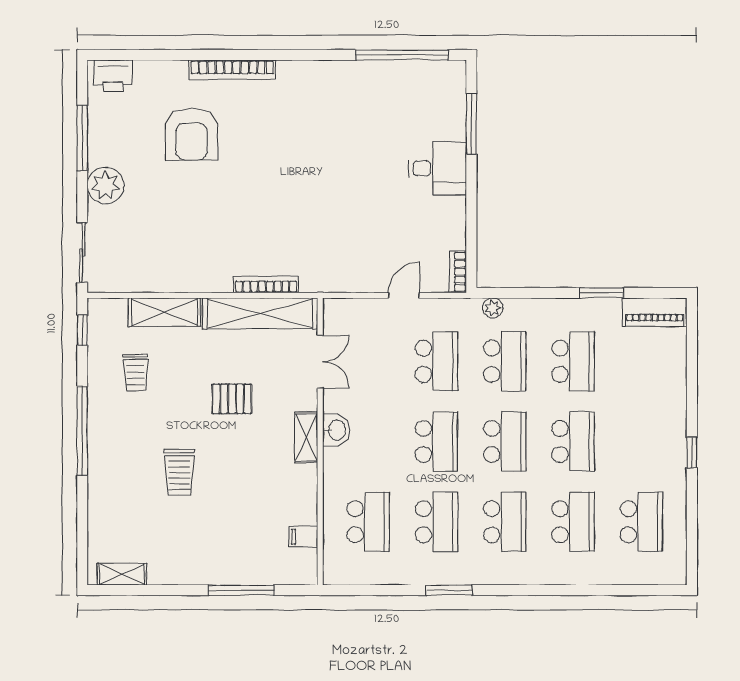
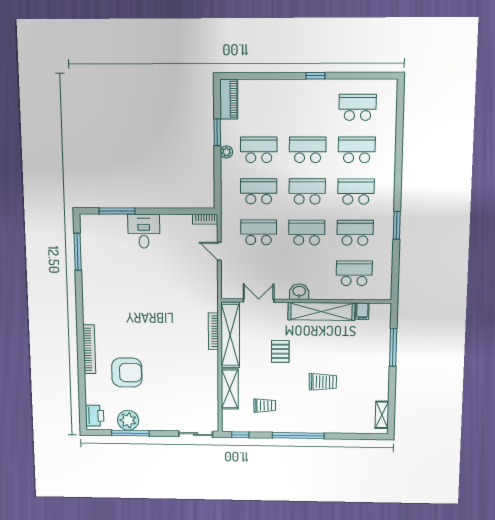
window: (402, 55) -> (78, 252), width x0.68
plant: (106, 185) -> (128, 420), moved
plant: (493, 308) -> (226, 152), moved
shelving: (306, 437) -> (321, 311), width x2.20, depth x1.33

